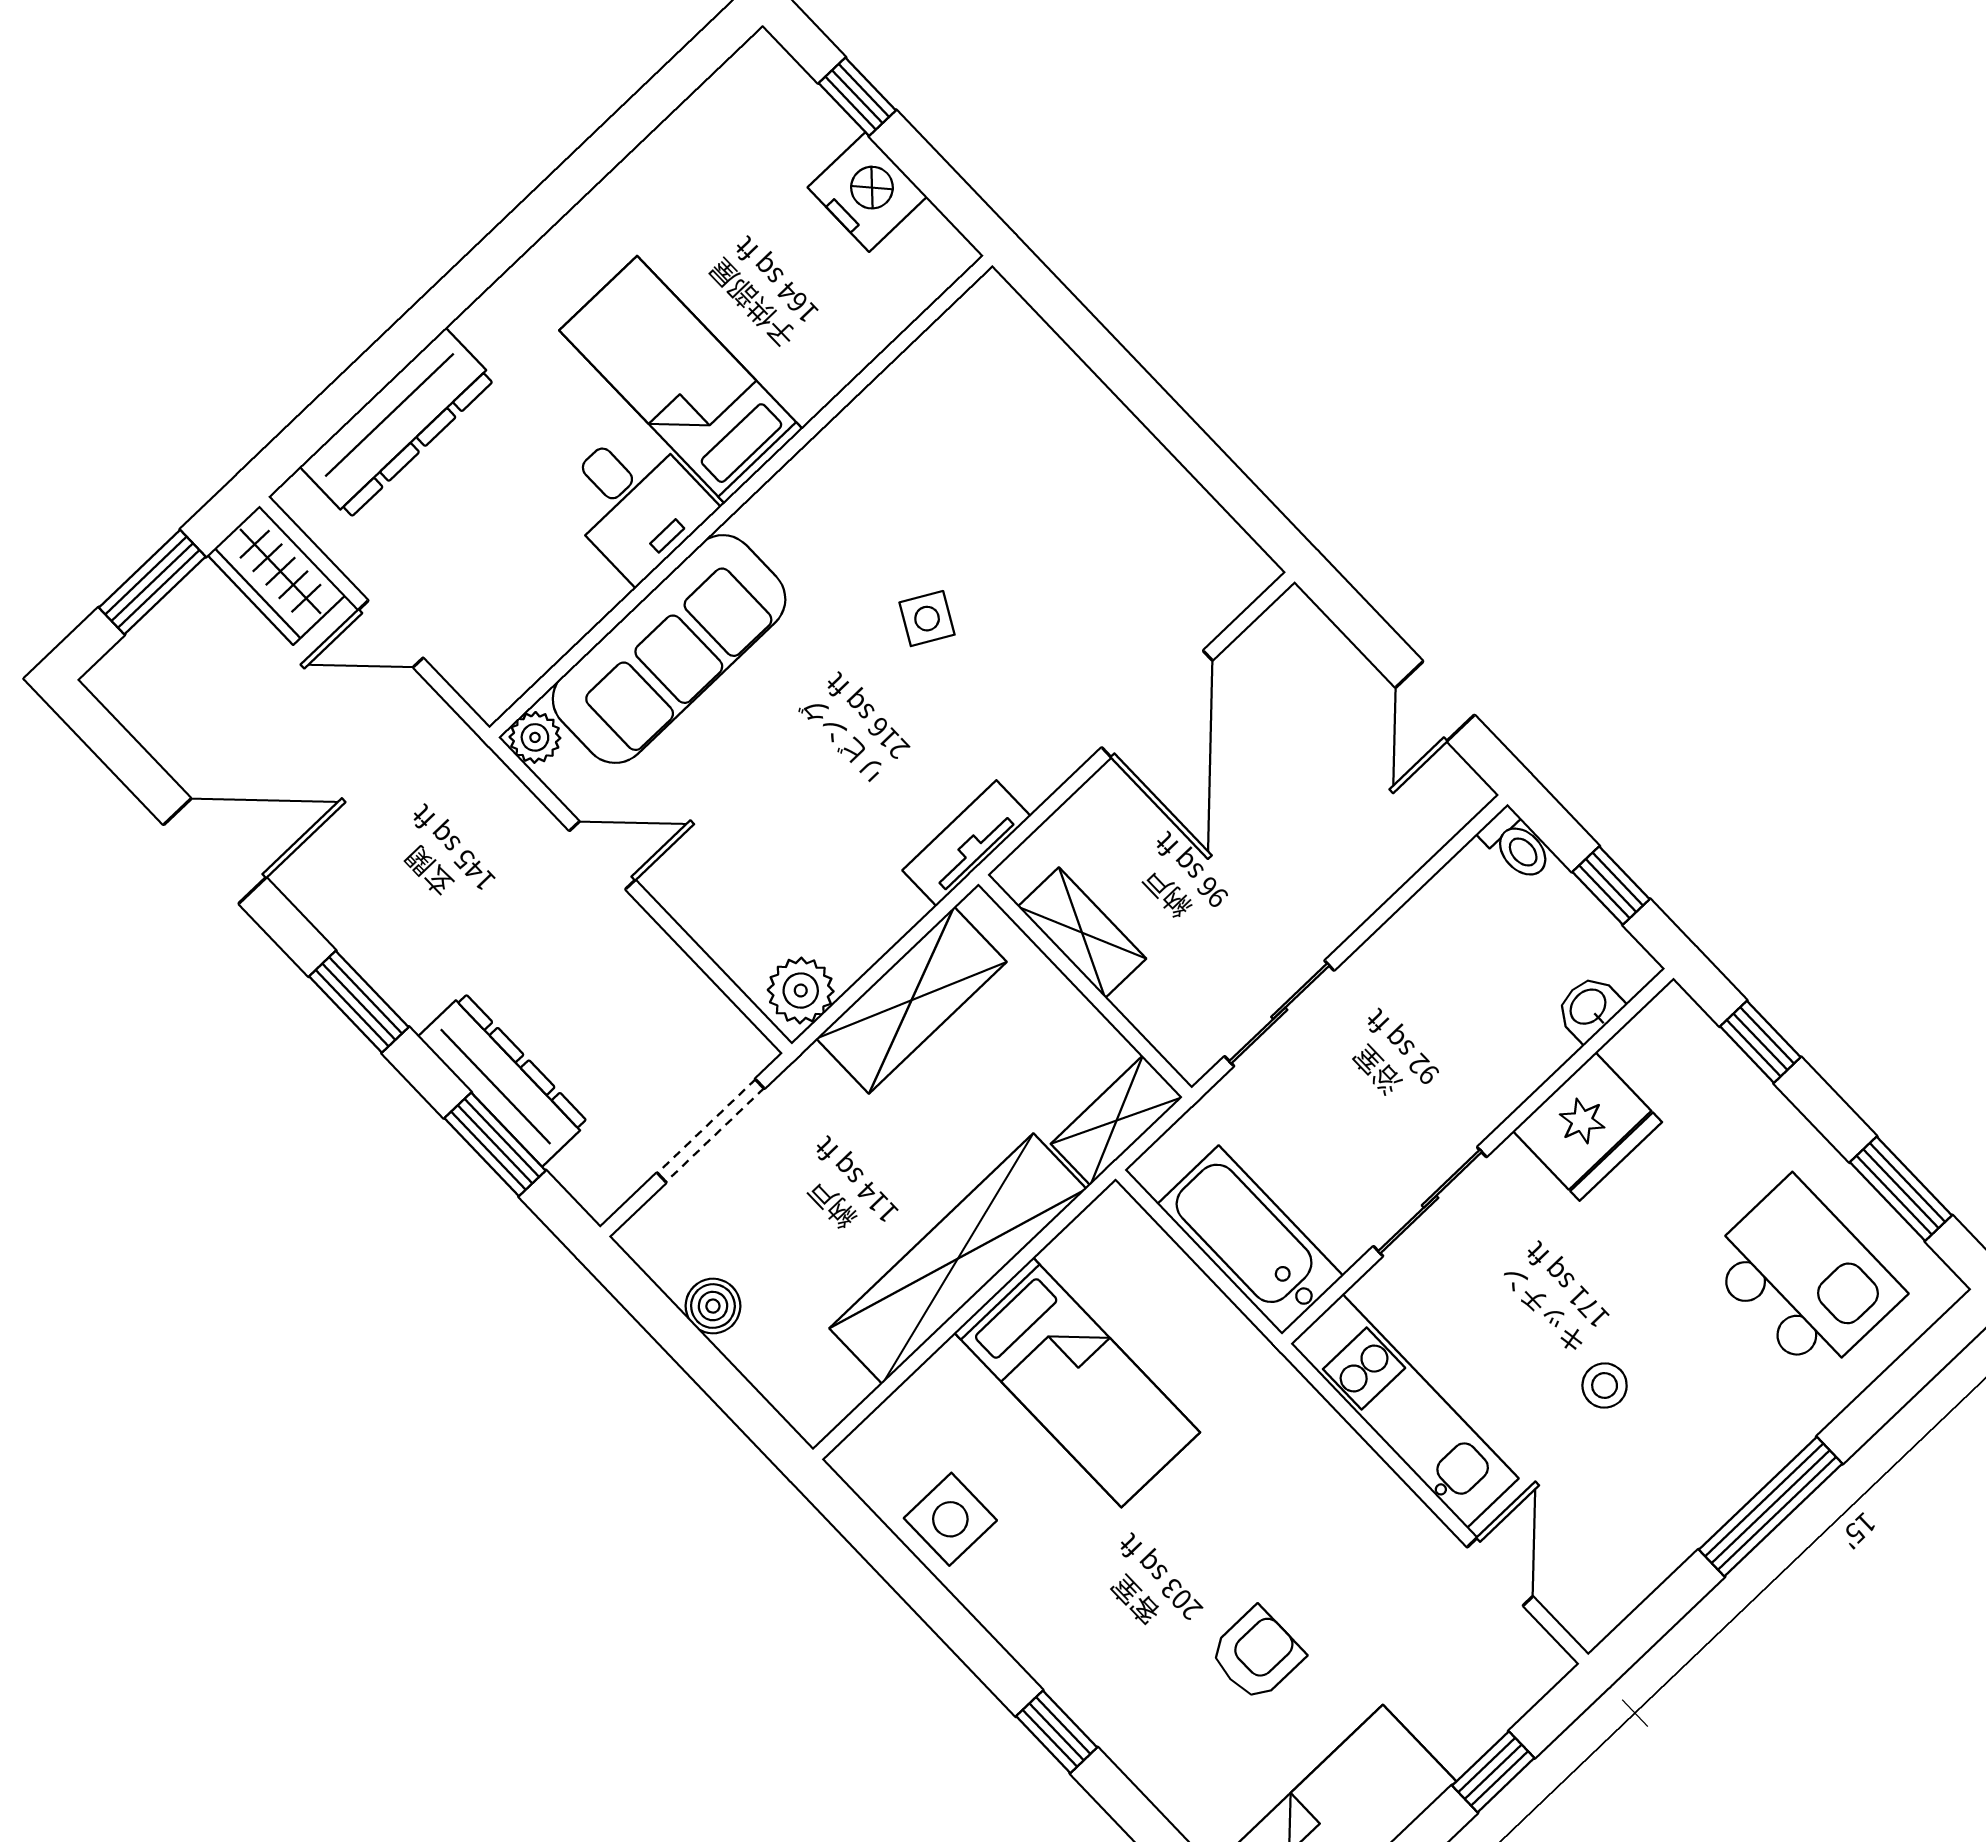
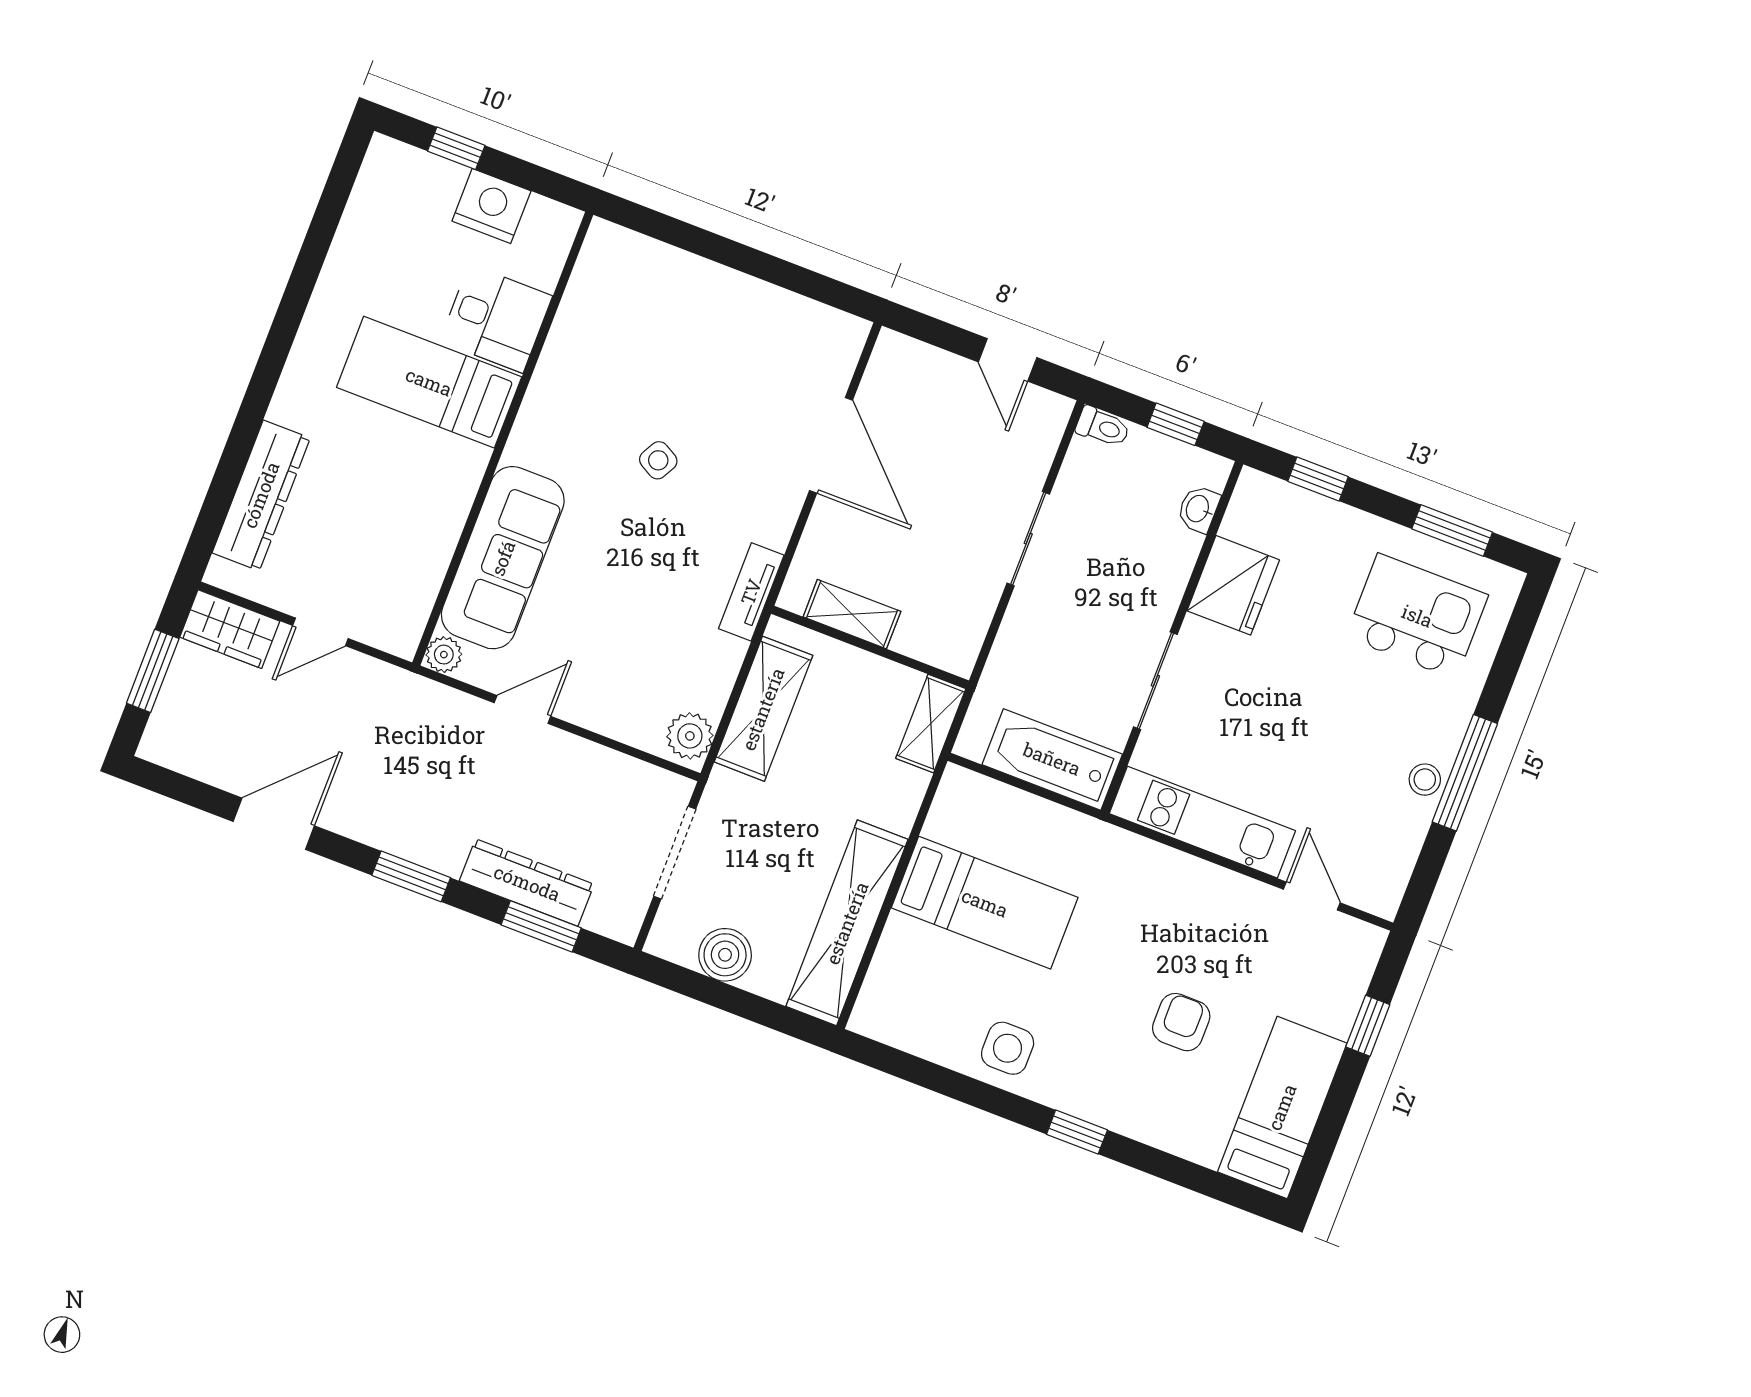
desk: (635, 502) -> (496, 319), moved
sliding door: (1279, 1013) -> (1028, 539), moved
shelving: (958, 1259) -> (847, 923), moved
boiler: (713, 1306) -> (725, 955), width x1.36, depth x1.36
stool: (1605, 1386) -> (1425, 780), moved
side table: (950, 1519) -> (1008, 1048), moved

